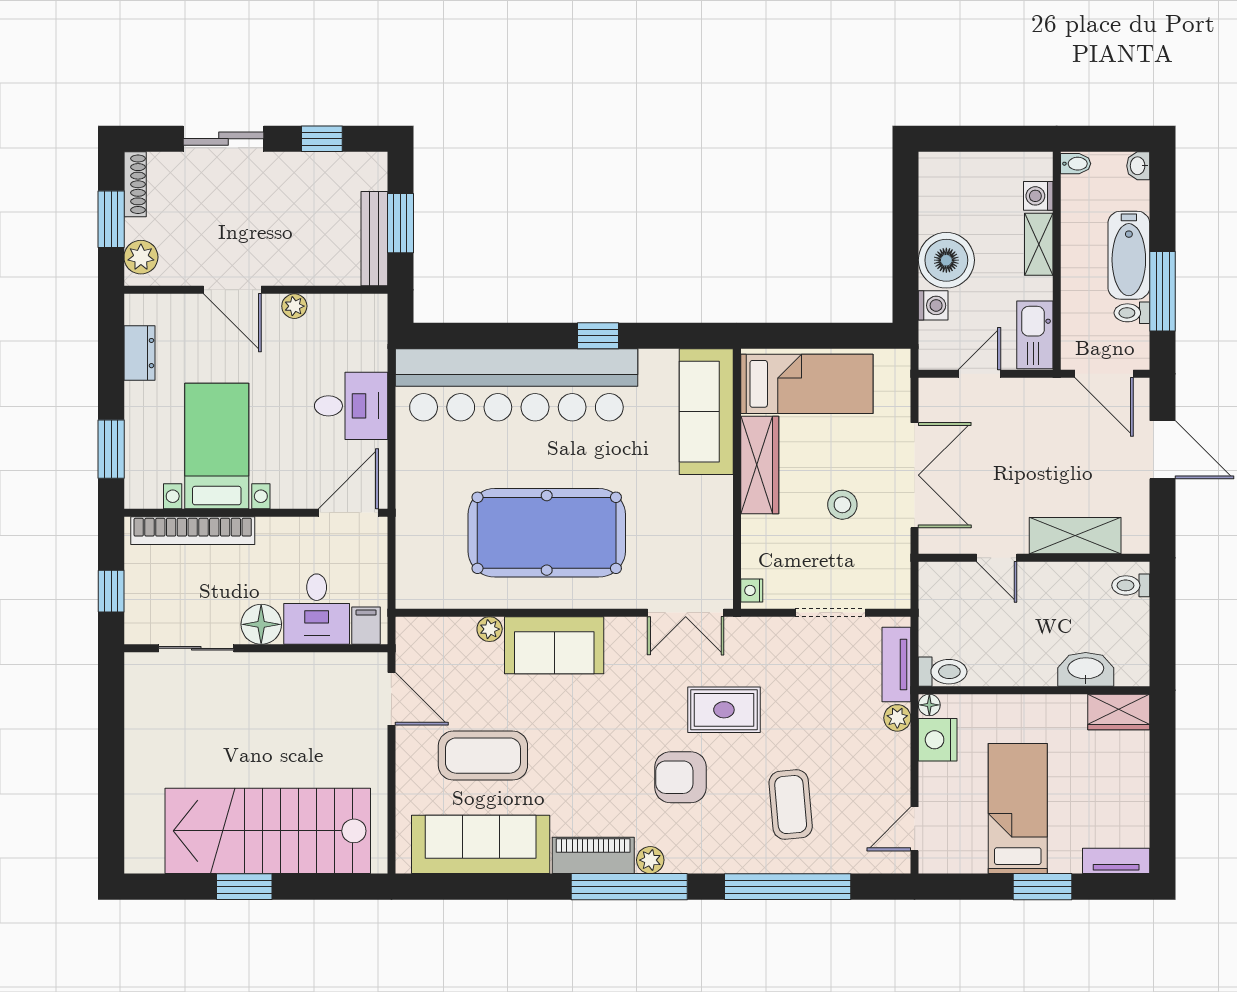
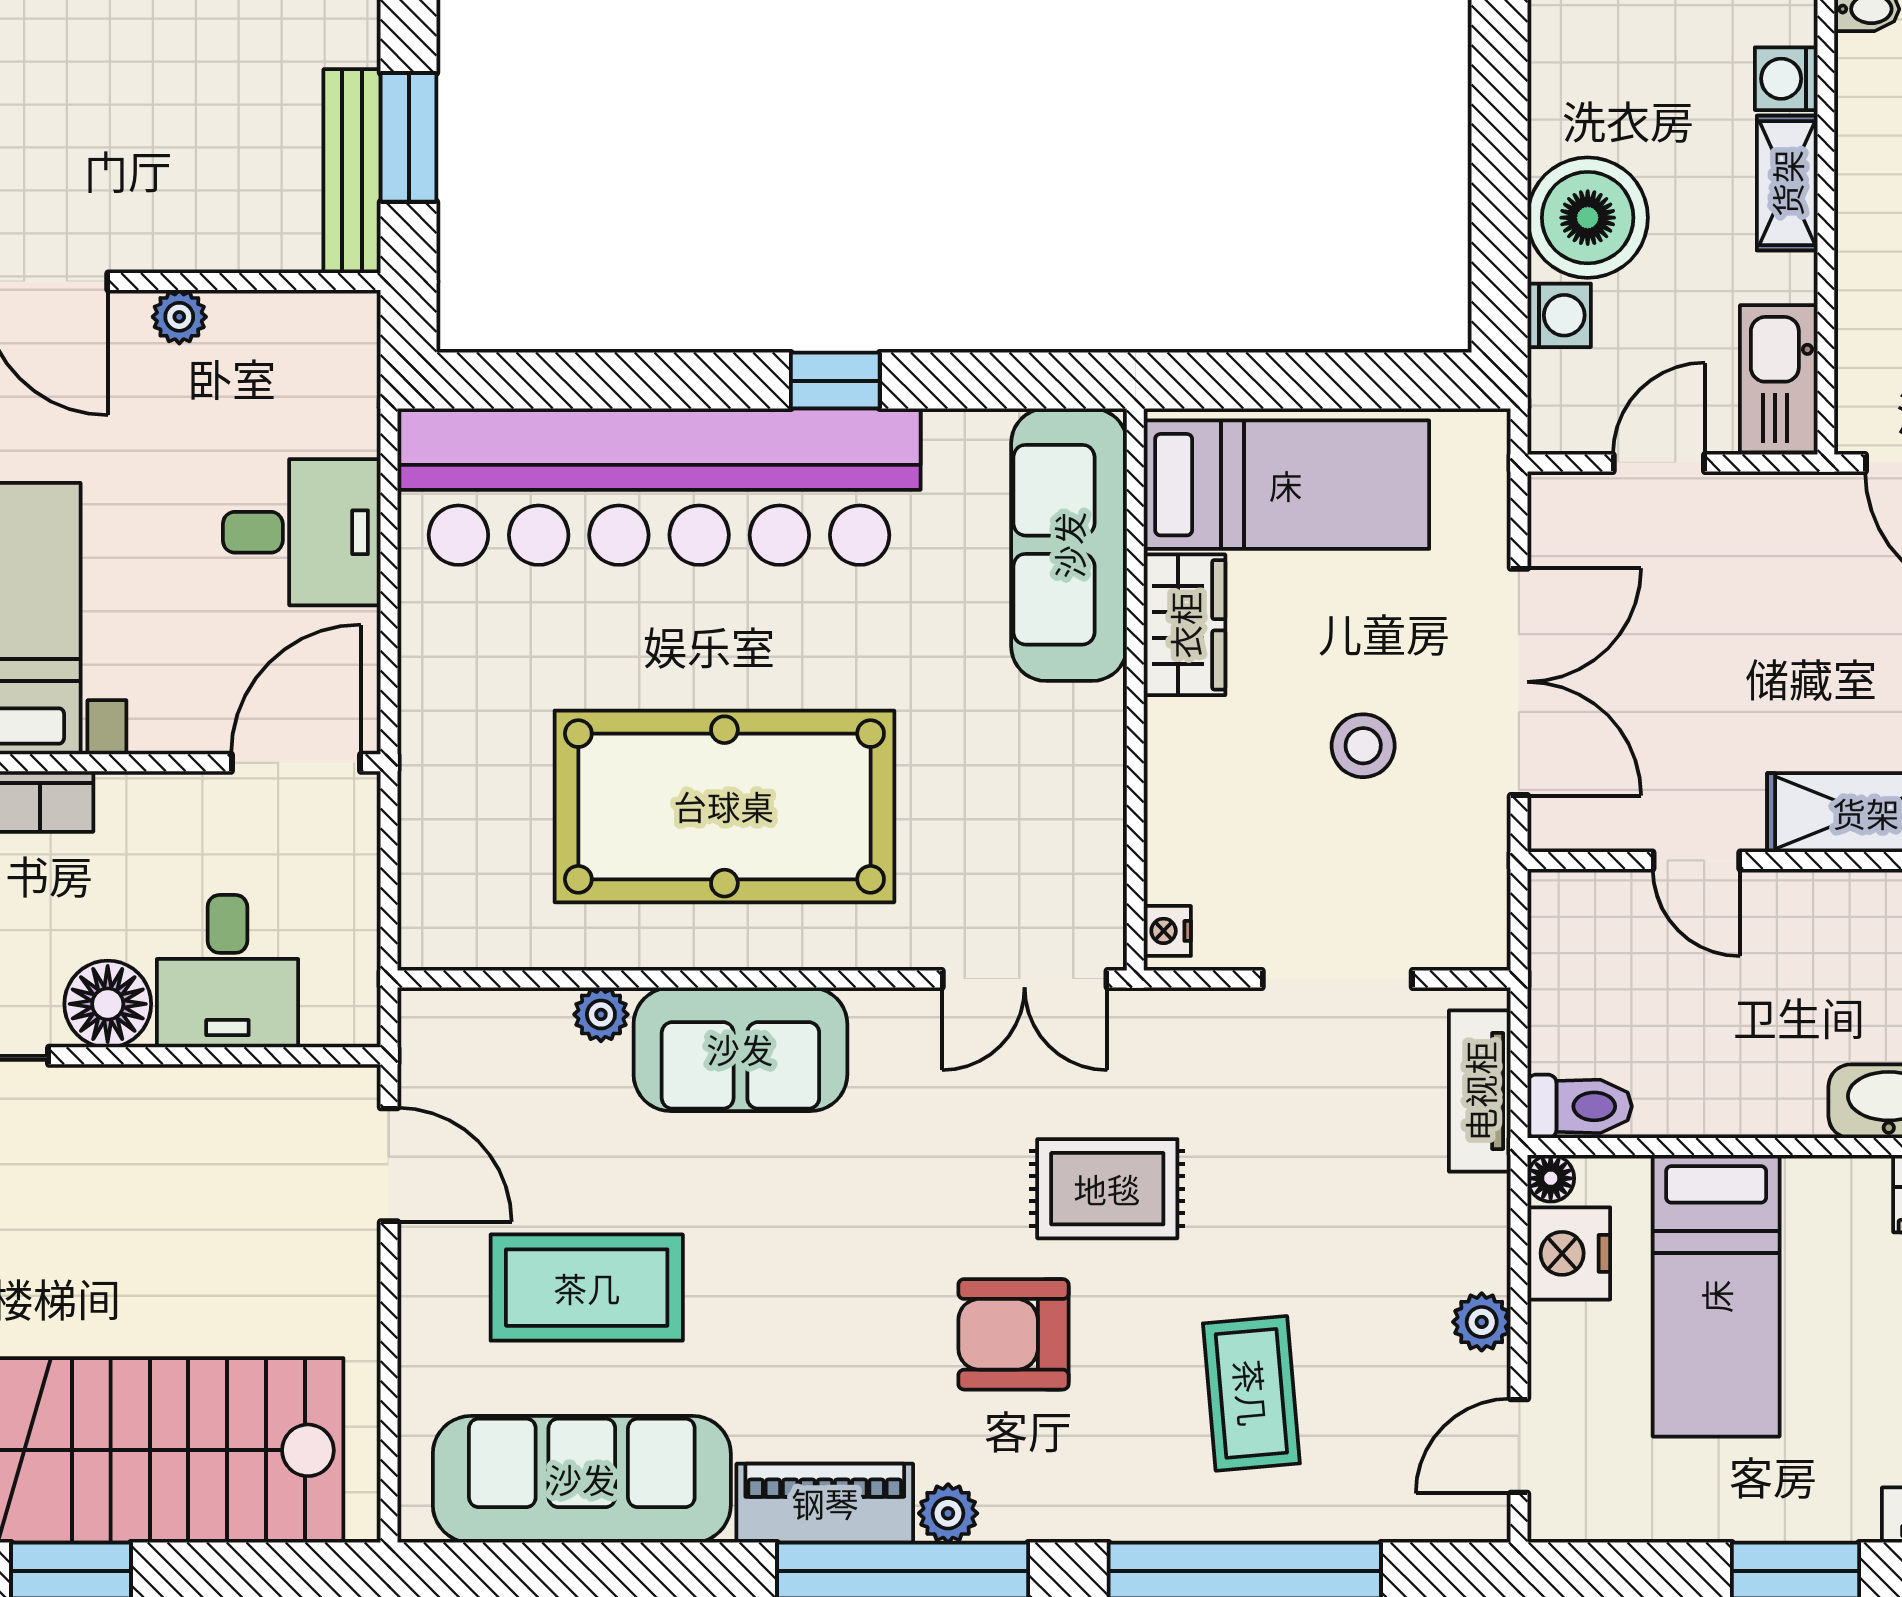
wardrobe: (760, 465) -> (1185, 625), width x0.67
filing cabinet: (366, 626) -> (334, 1007), removed
plant: (897, 718) -> (1482, 1322), moved
bed: (1018, 808) -> (1716, 1296), moved, turned 180

